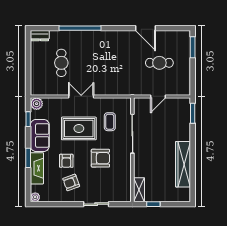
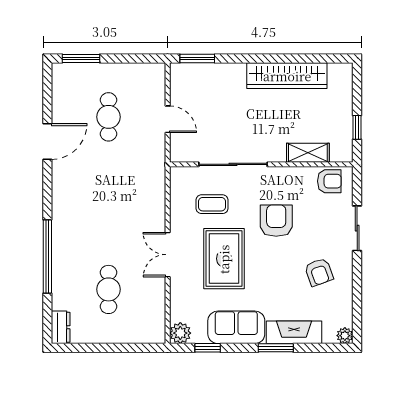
cafe table: (61, 63) -> (108, 289), turned 90
armchair: (66, 161) -> (329, 181), moved
shelving: (139, 190) -> (308, 153), moved

